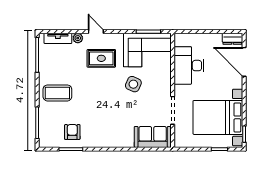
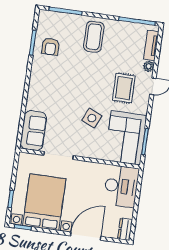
door: (244, 62) -> (86, 236), moved
desk: (189, 66) -> (121, 186), moved, turned 90
armchair: (72, 132) -> (51, 47), turned 90

